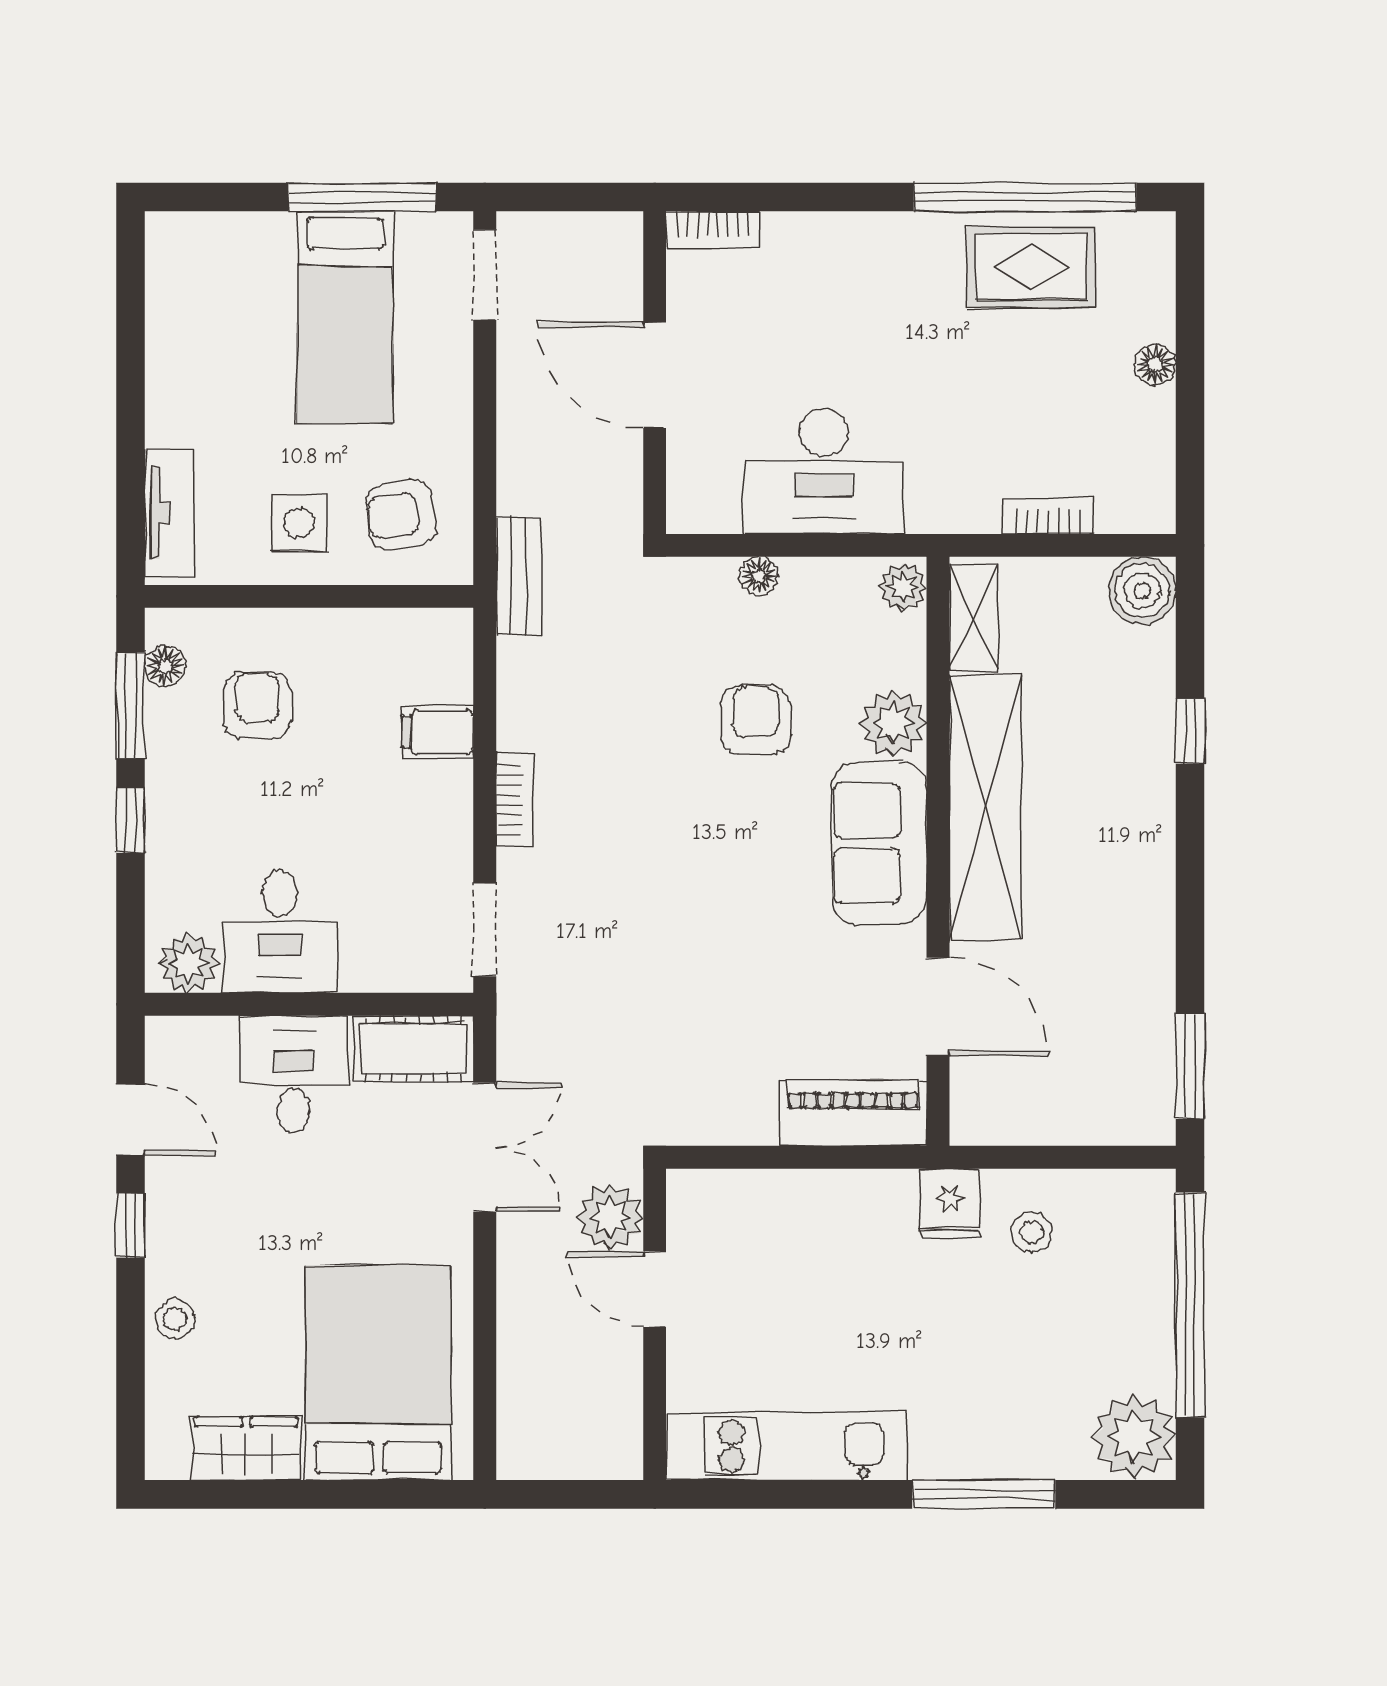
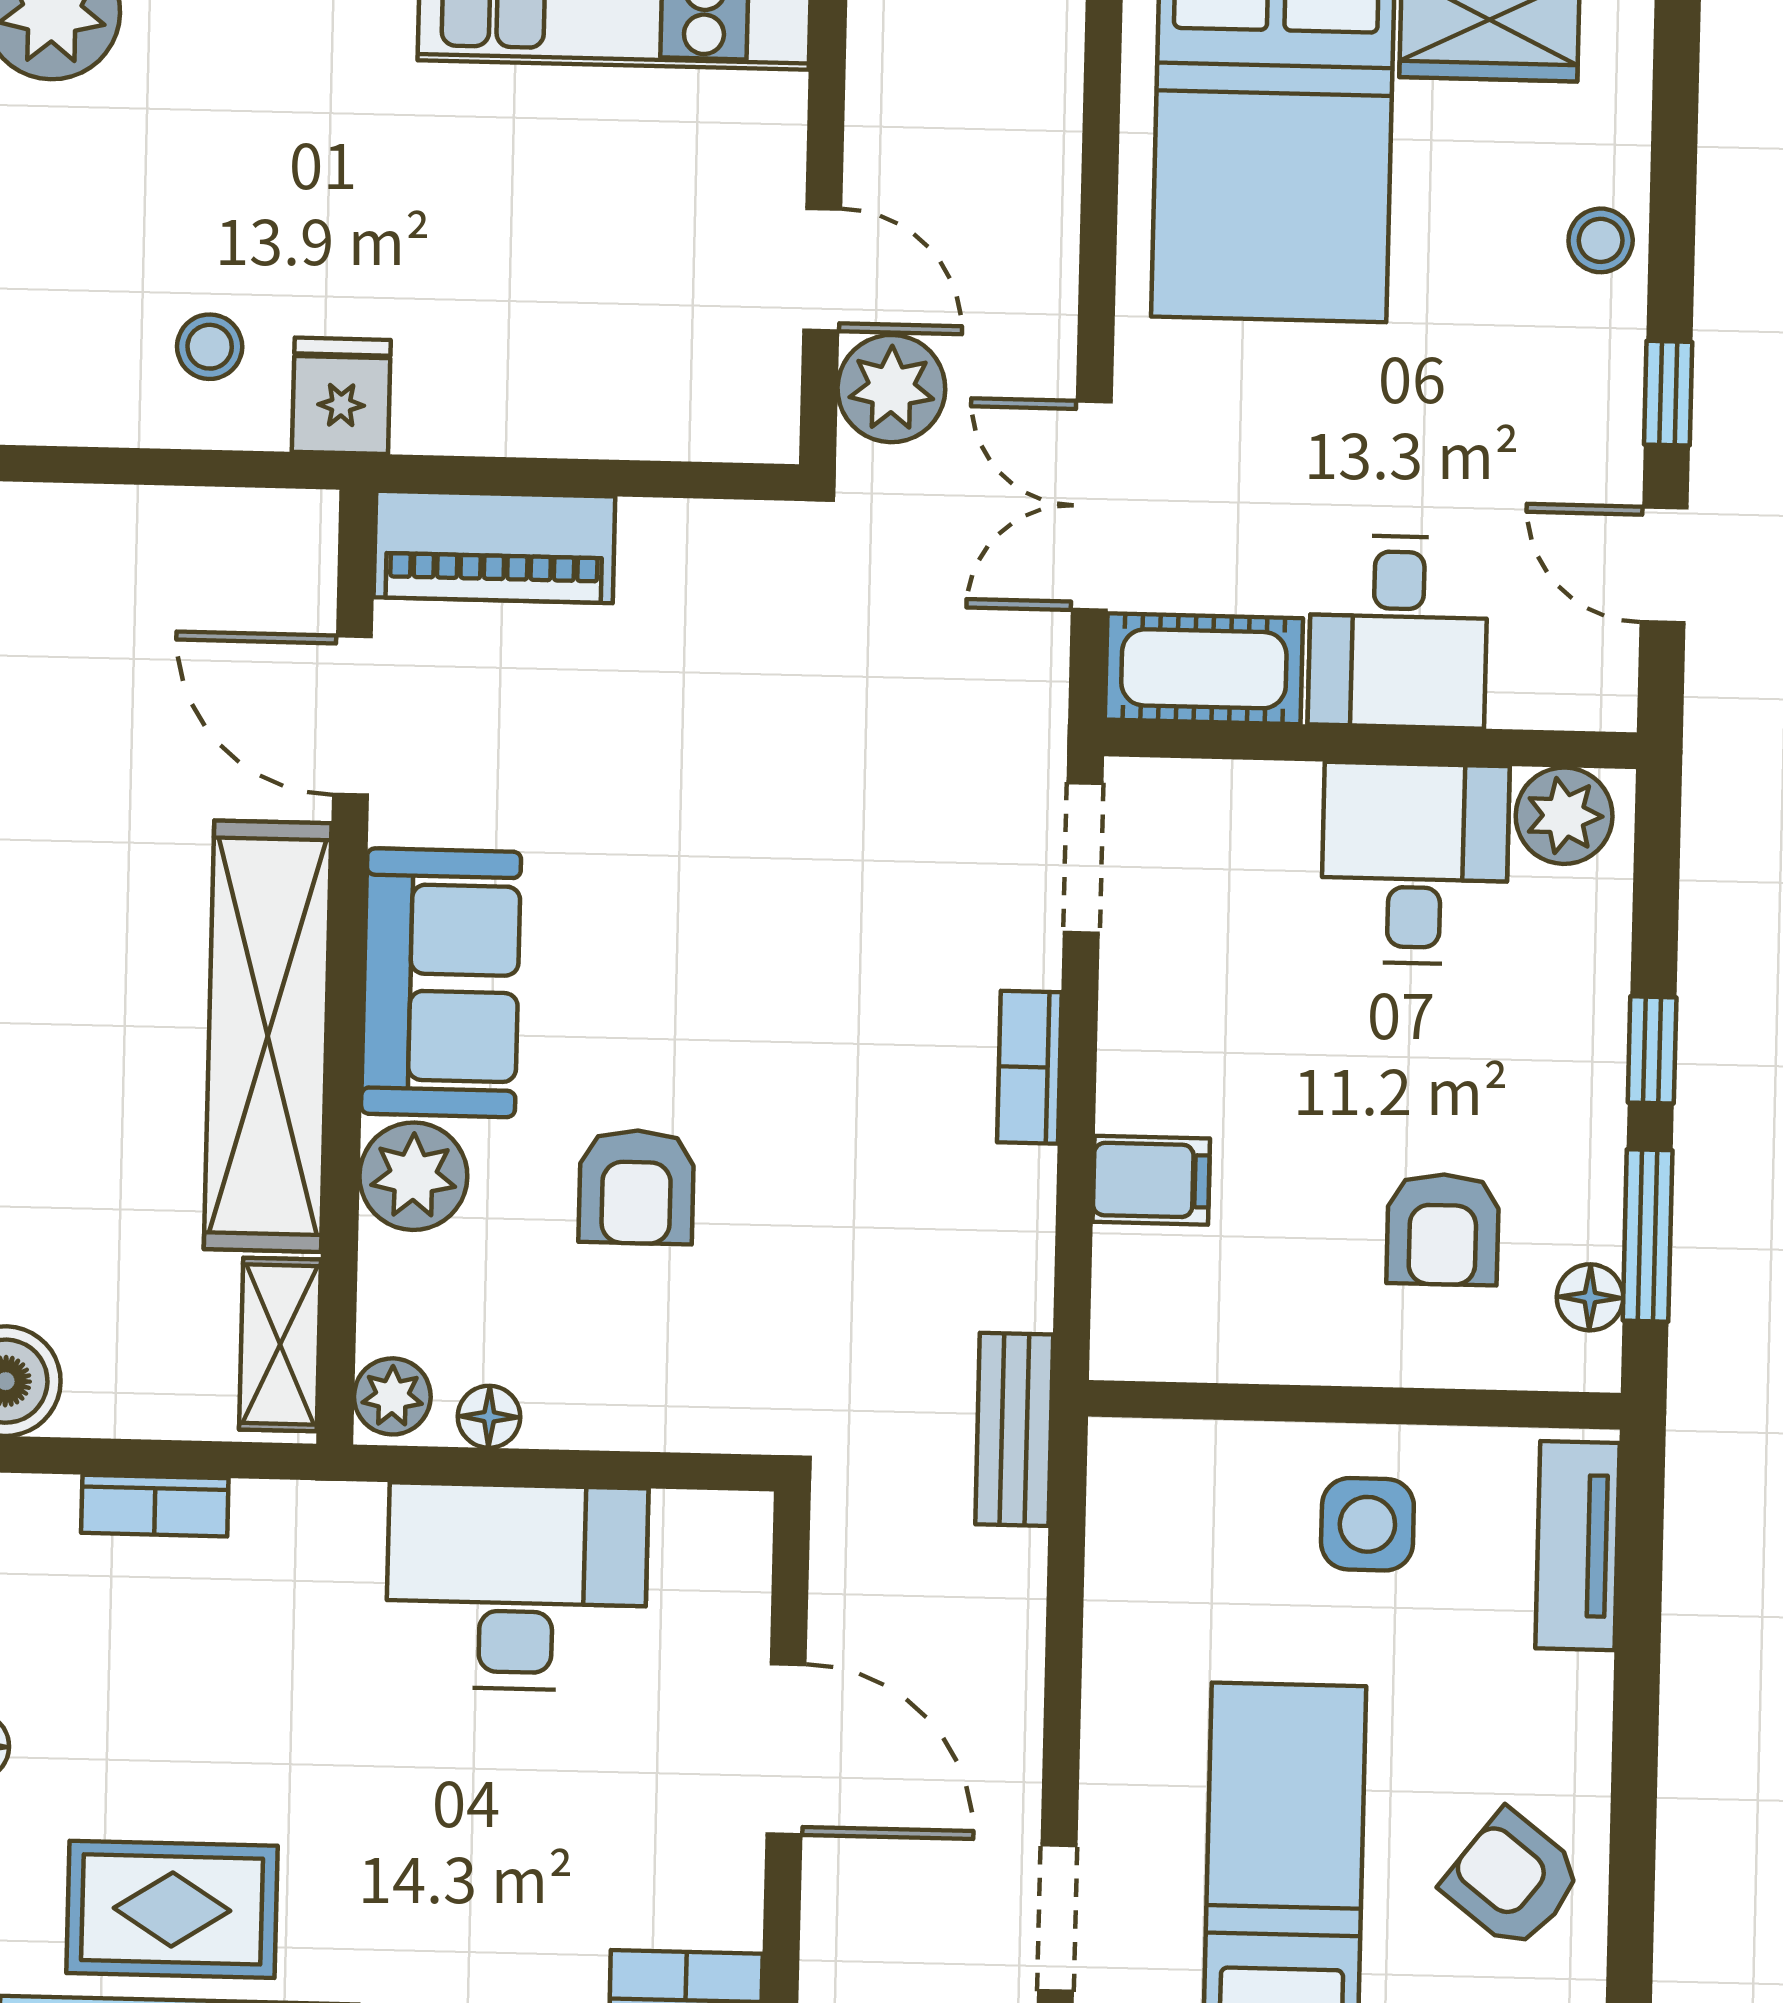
armchair: (401, 515) -> (1512, 1880), moved, turned -133
floor lamp: (759, 576) -> (489, 1417), moved

